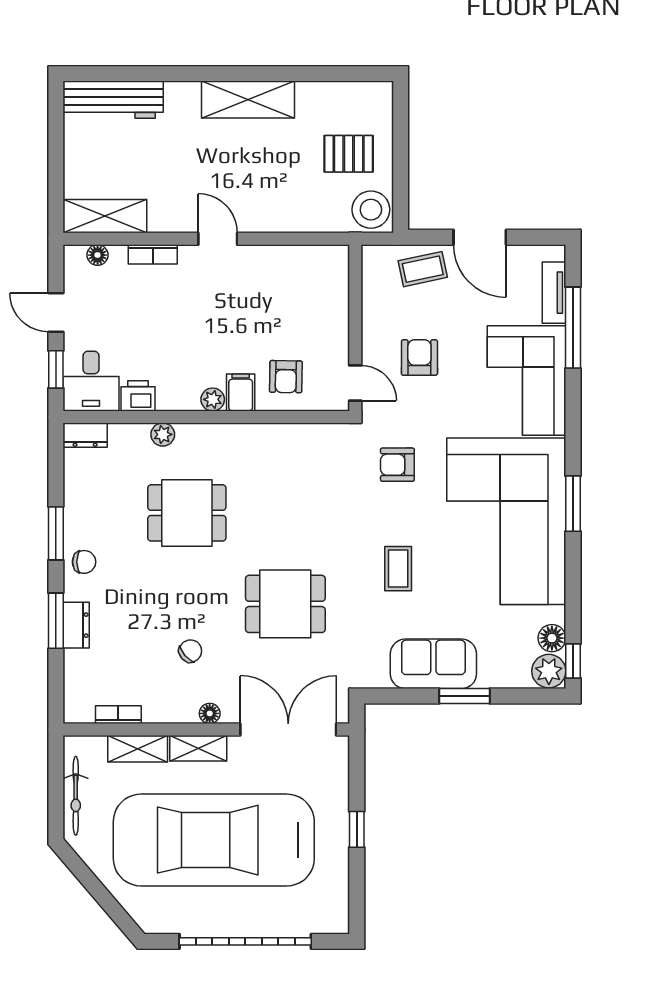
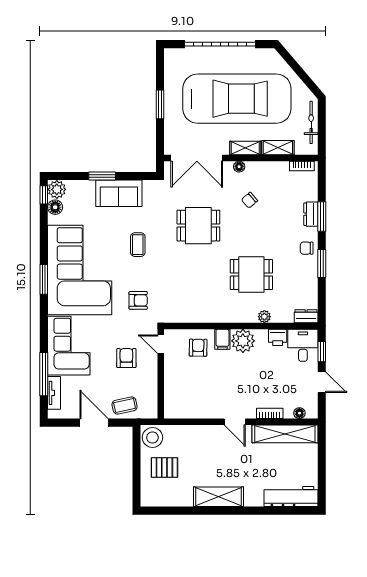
shelving: (105, 216) -> (285, 434), width x1.47
armchair: (419, 358) -> (126, 358), turned 180
plant: (213, 399) -> (243, 341), width x1.88, depth x1.88
bookcase: (118, 715) -> (302, 166), moved
window: (357, 829) -> (160, 104), width x1.50

